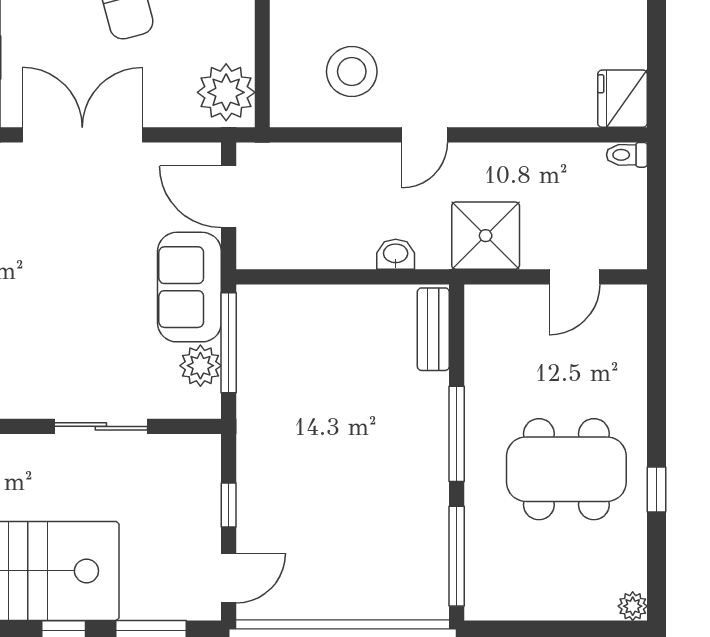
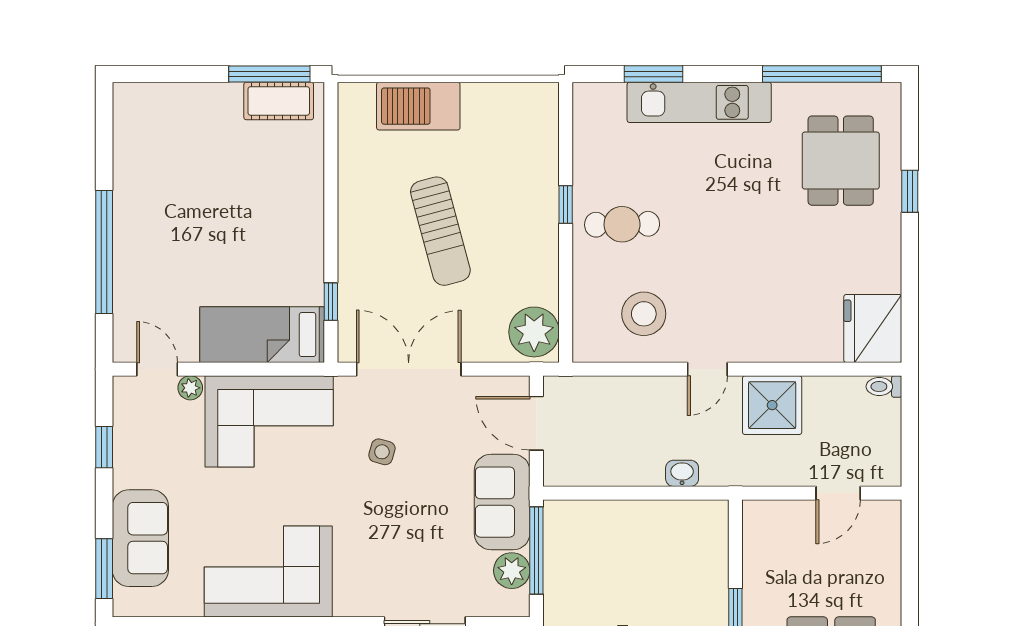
fridge: (622, 99) -> (873, 329), width x1.36, depth x1.34
side table: (52, 230) -> (382, 452), added
shower: (486, 236) -> (772, 405), moved
bench: (433, 329) -> (715, 539), removed

